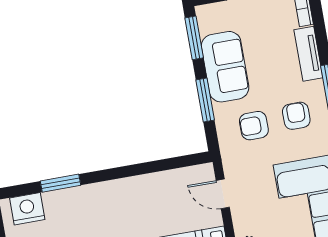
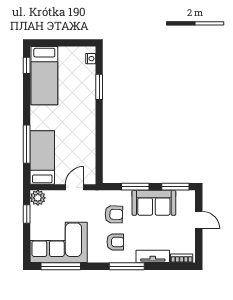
armchair: (254, 126) -> (114, 214), turned 92
nightstand: (27, 209) -> (91, 59), width x0.53, depth x0.56

